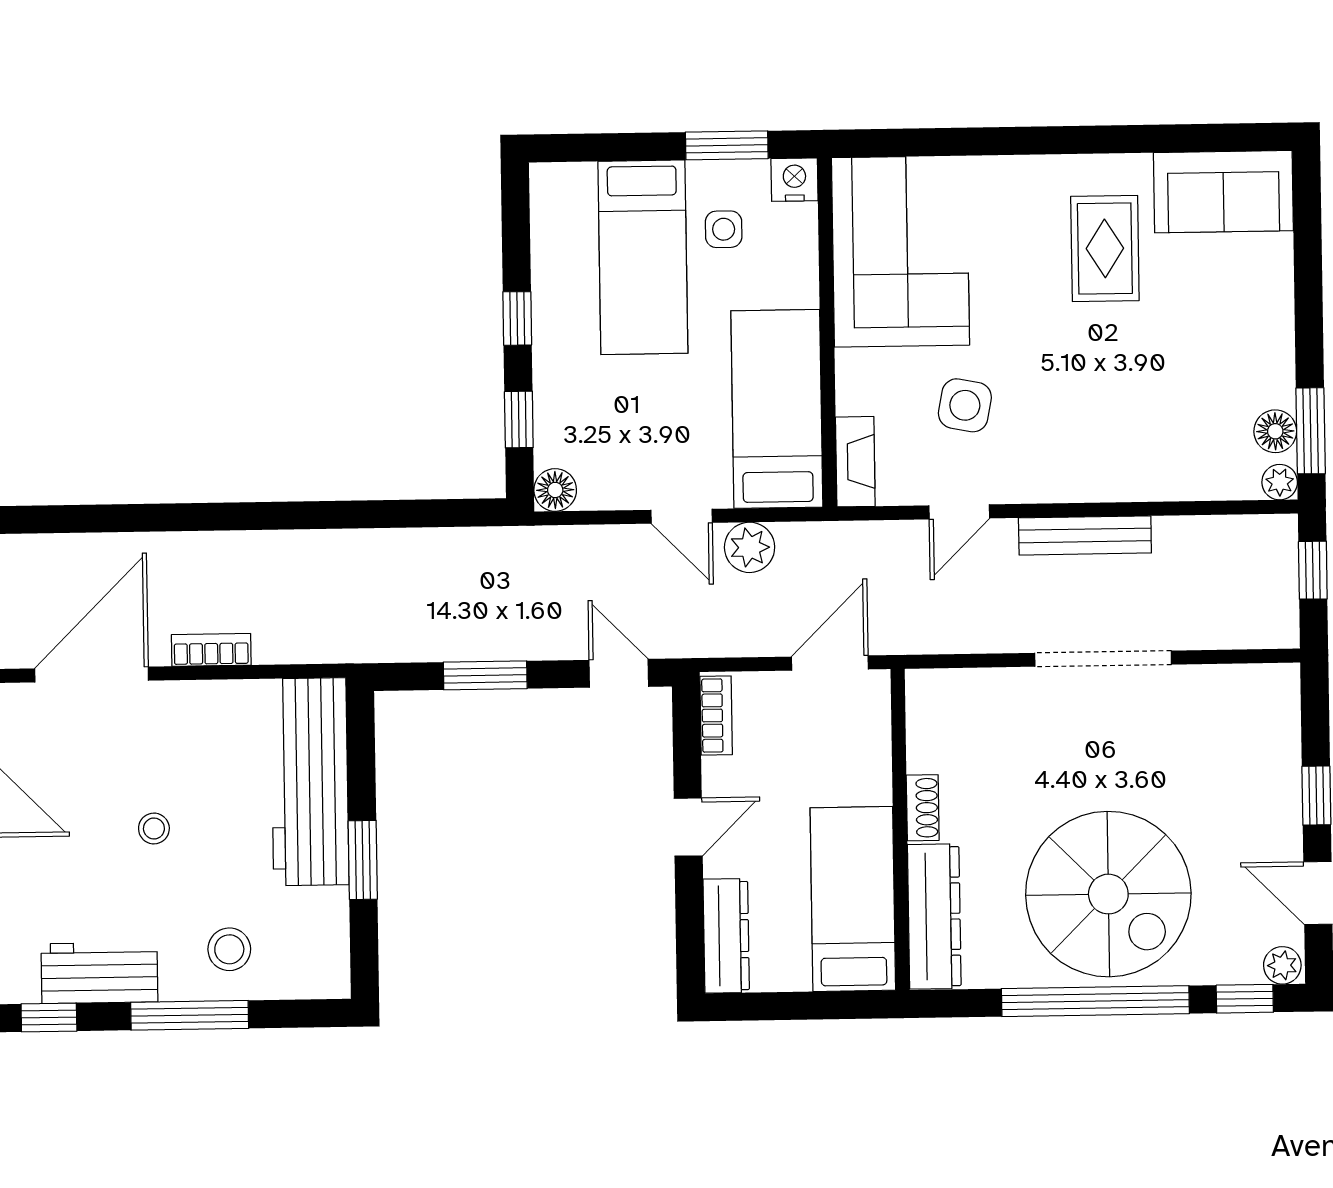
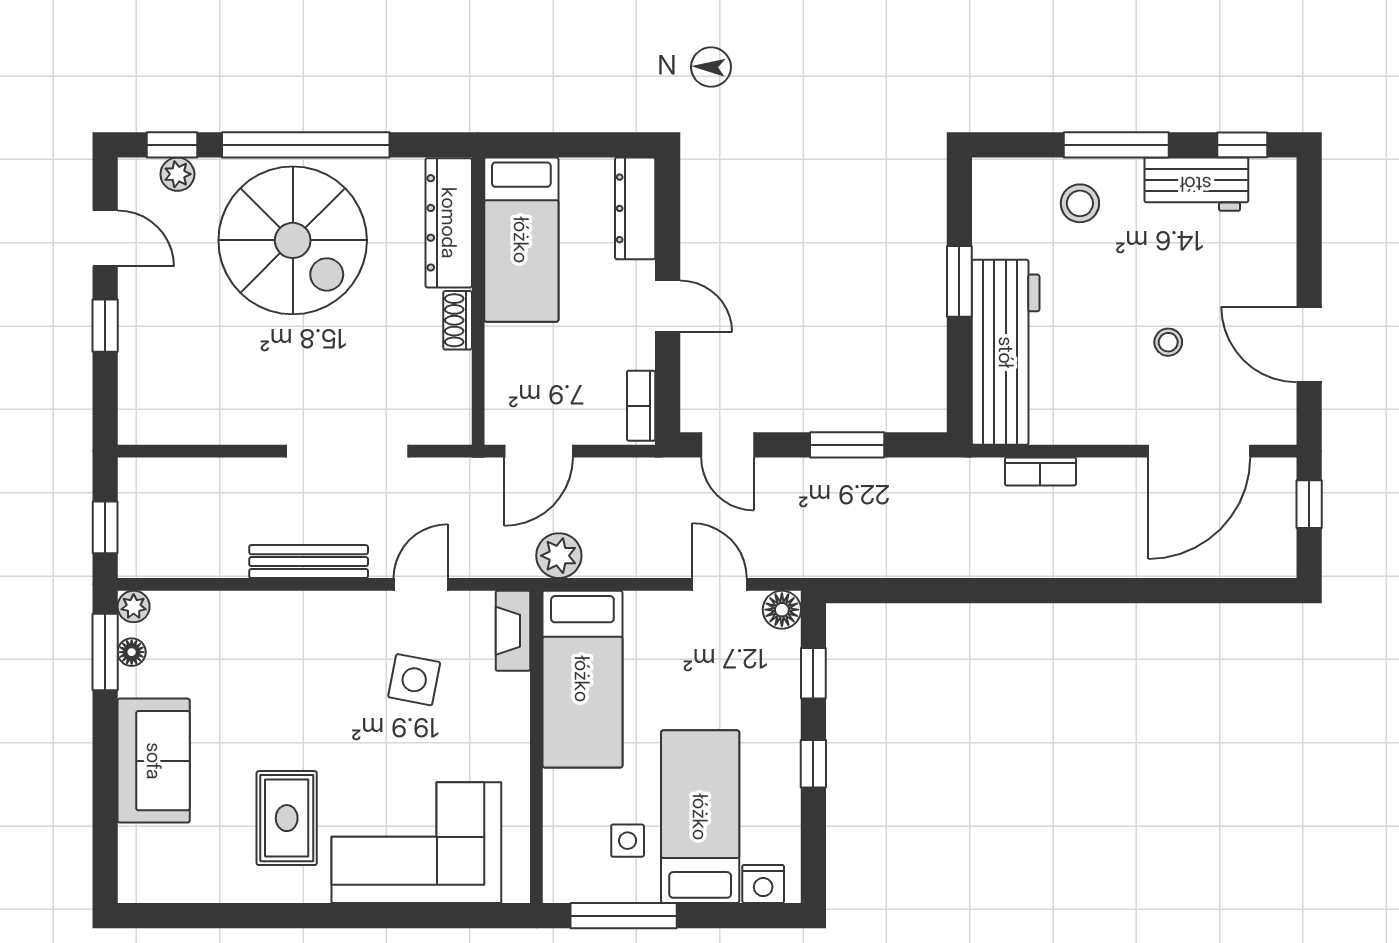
window: (727, 145) -> (624, 916), width x1.44
nightstand: (794, 180) -> (763, 884), moved
sofa: (1223, 192) -> (154, 761), moved, turned 90
corner sofa: (900, 251) -> (416, 843), moved, turned 90
floor lamp: (1275, 431) -> (132, 652), width x0.73, depth x0.73
door: (682, 516) -> (719, 584), moved
plant: (750, 547) -> (559, 556), moved
bookcase: (211, 650) -> (1040, 471), moved
doorway: (1103, 659) -> (347, 451), moved
door: (688, 827) -> (668, 306), swing flipped
stool: (154, 829) -> (1168, 342), moved
spiral stairs: (1108, 894) -> (293, 240), turned 180
plant: (1282, 965) -> (177, 174), moved

